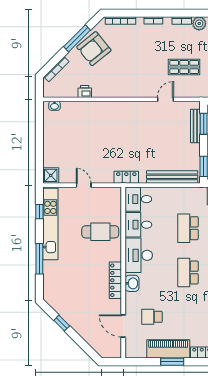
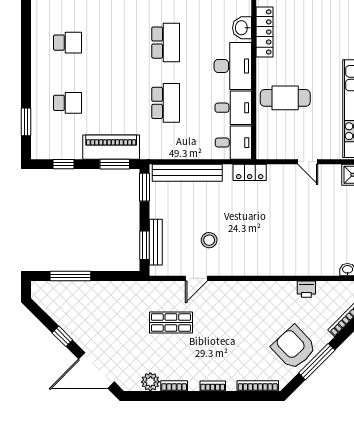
armchair: (94, 49) -> (294, 348), turned -94
stool: (156, 127) -> (209, 240), added

